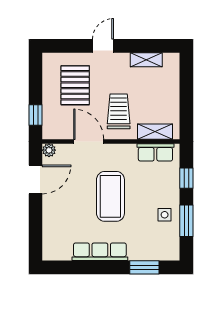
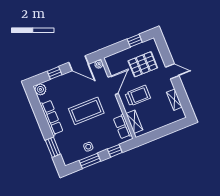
window: (36, 115) -> (135, 41), moved
window: (36, 221) -> (55, 73), added
plant: (51, 251) -> (40, 89), added

